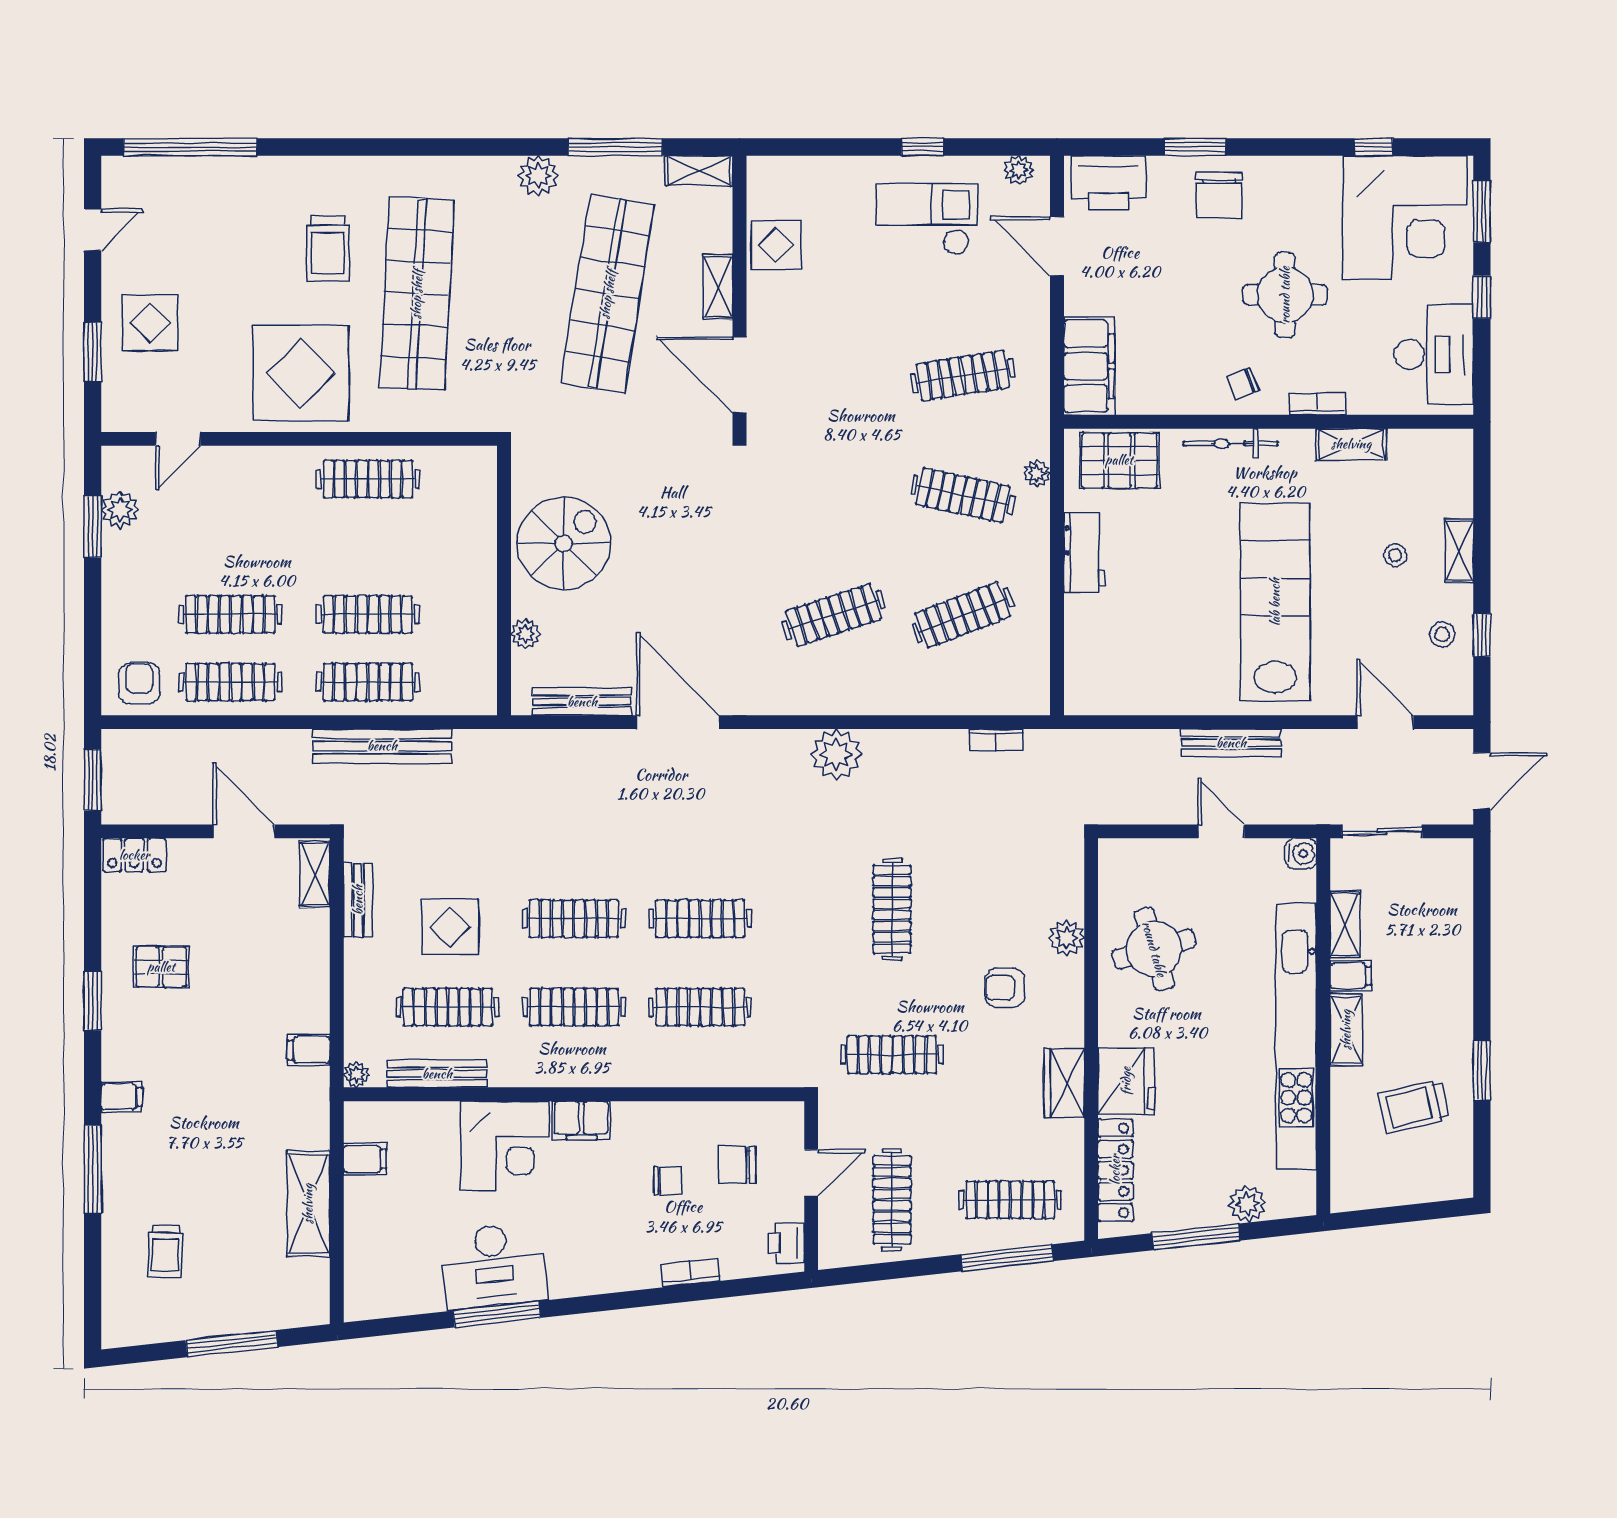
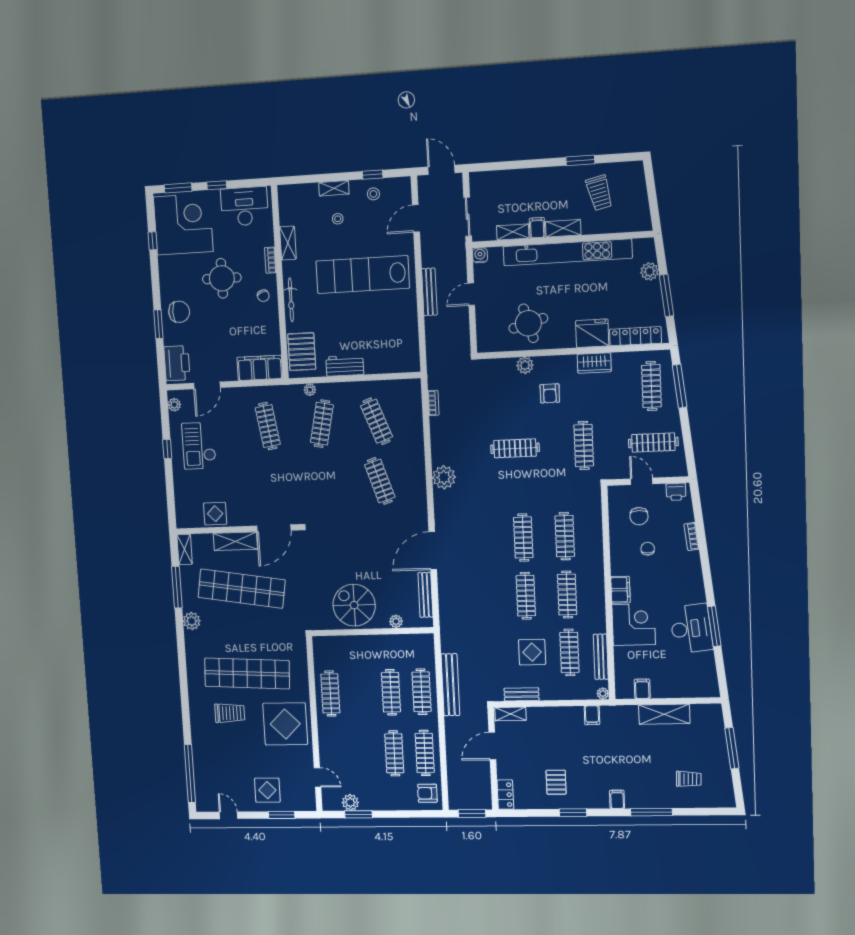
shelving: (718, 287) -> (235, 541), width x1.50, depth x1.33

